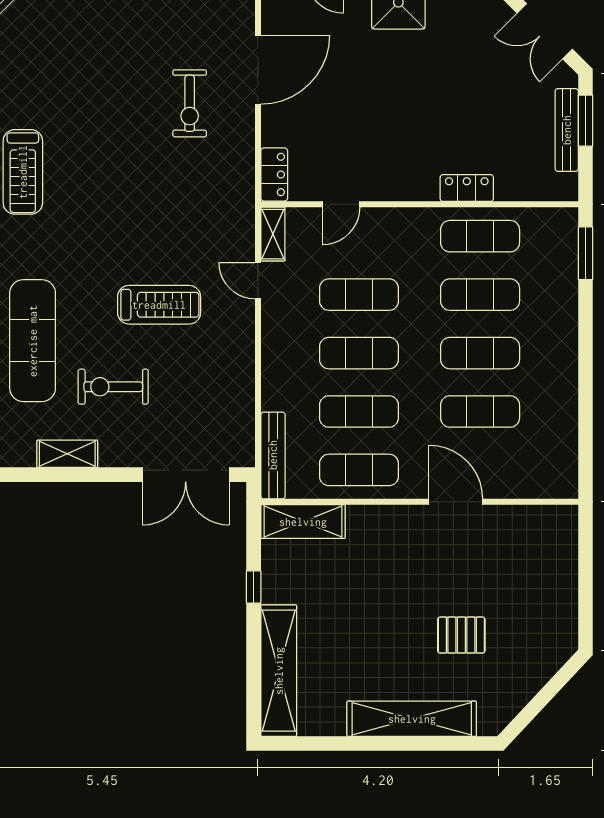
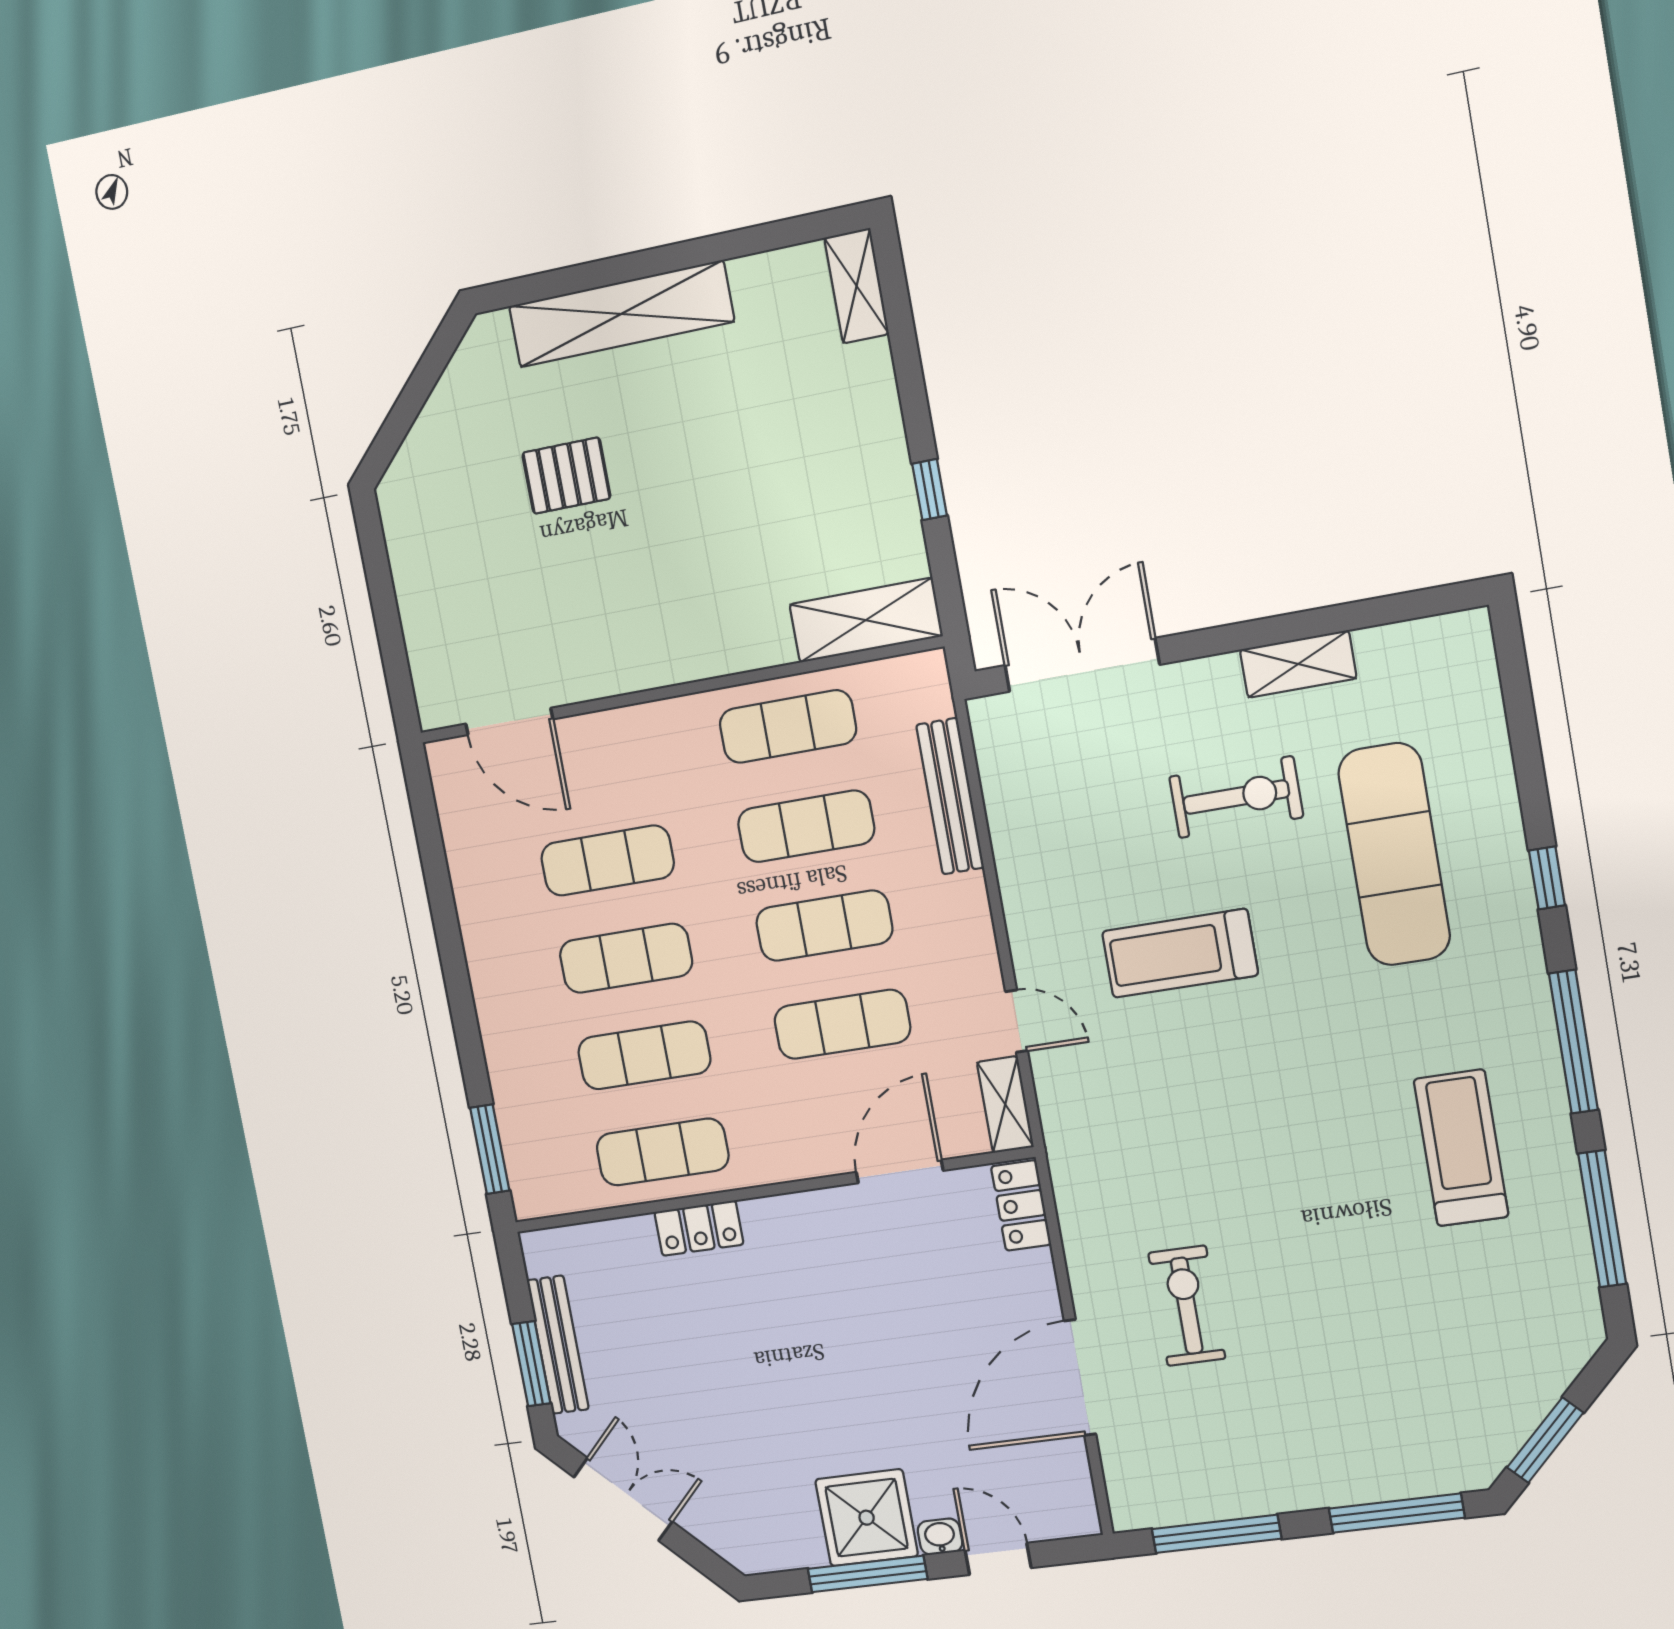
door: (341, 204) -> (900, 1171), width x1.38
bench: (273, 455) -> (950, 796), moved
door: (456, 502) -> (509, 721), moved
shelving: (279, 671) -> (857, 286), width x0.45, depth x0.75

